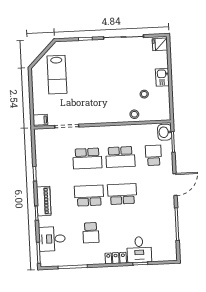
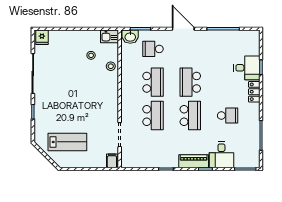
kitchen sink: (162, 77) -> (109, 36), moved
school desk: (89, 196) -> (190, 116), turned 180
desk: (52, 239) -> (221, 155), moved

